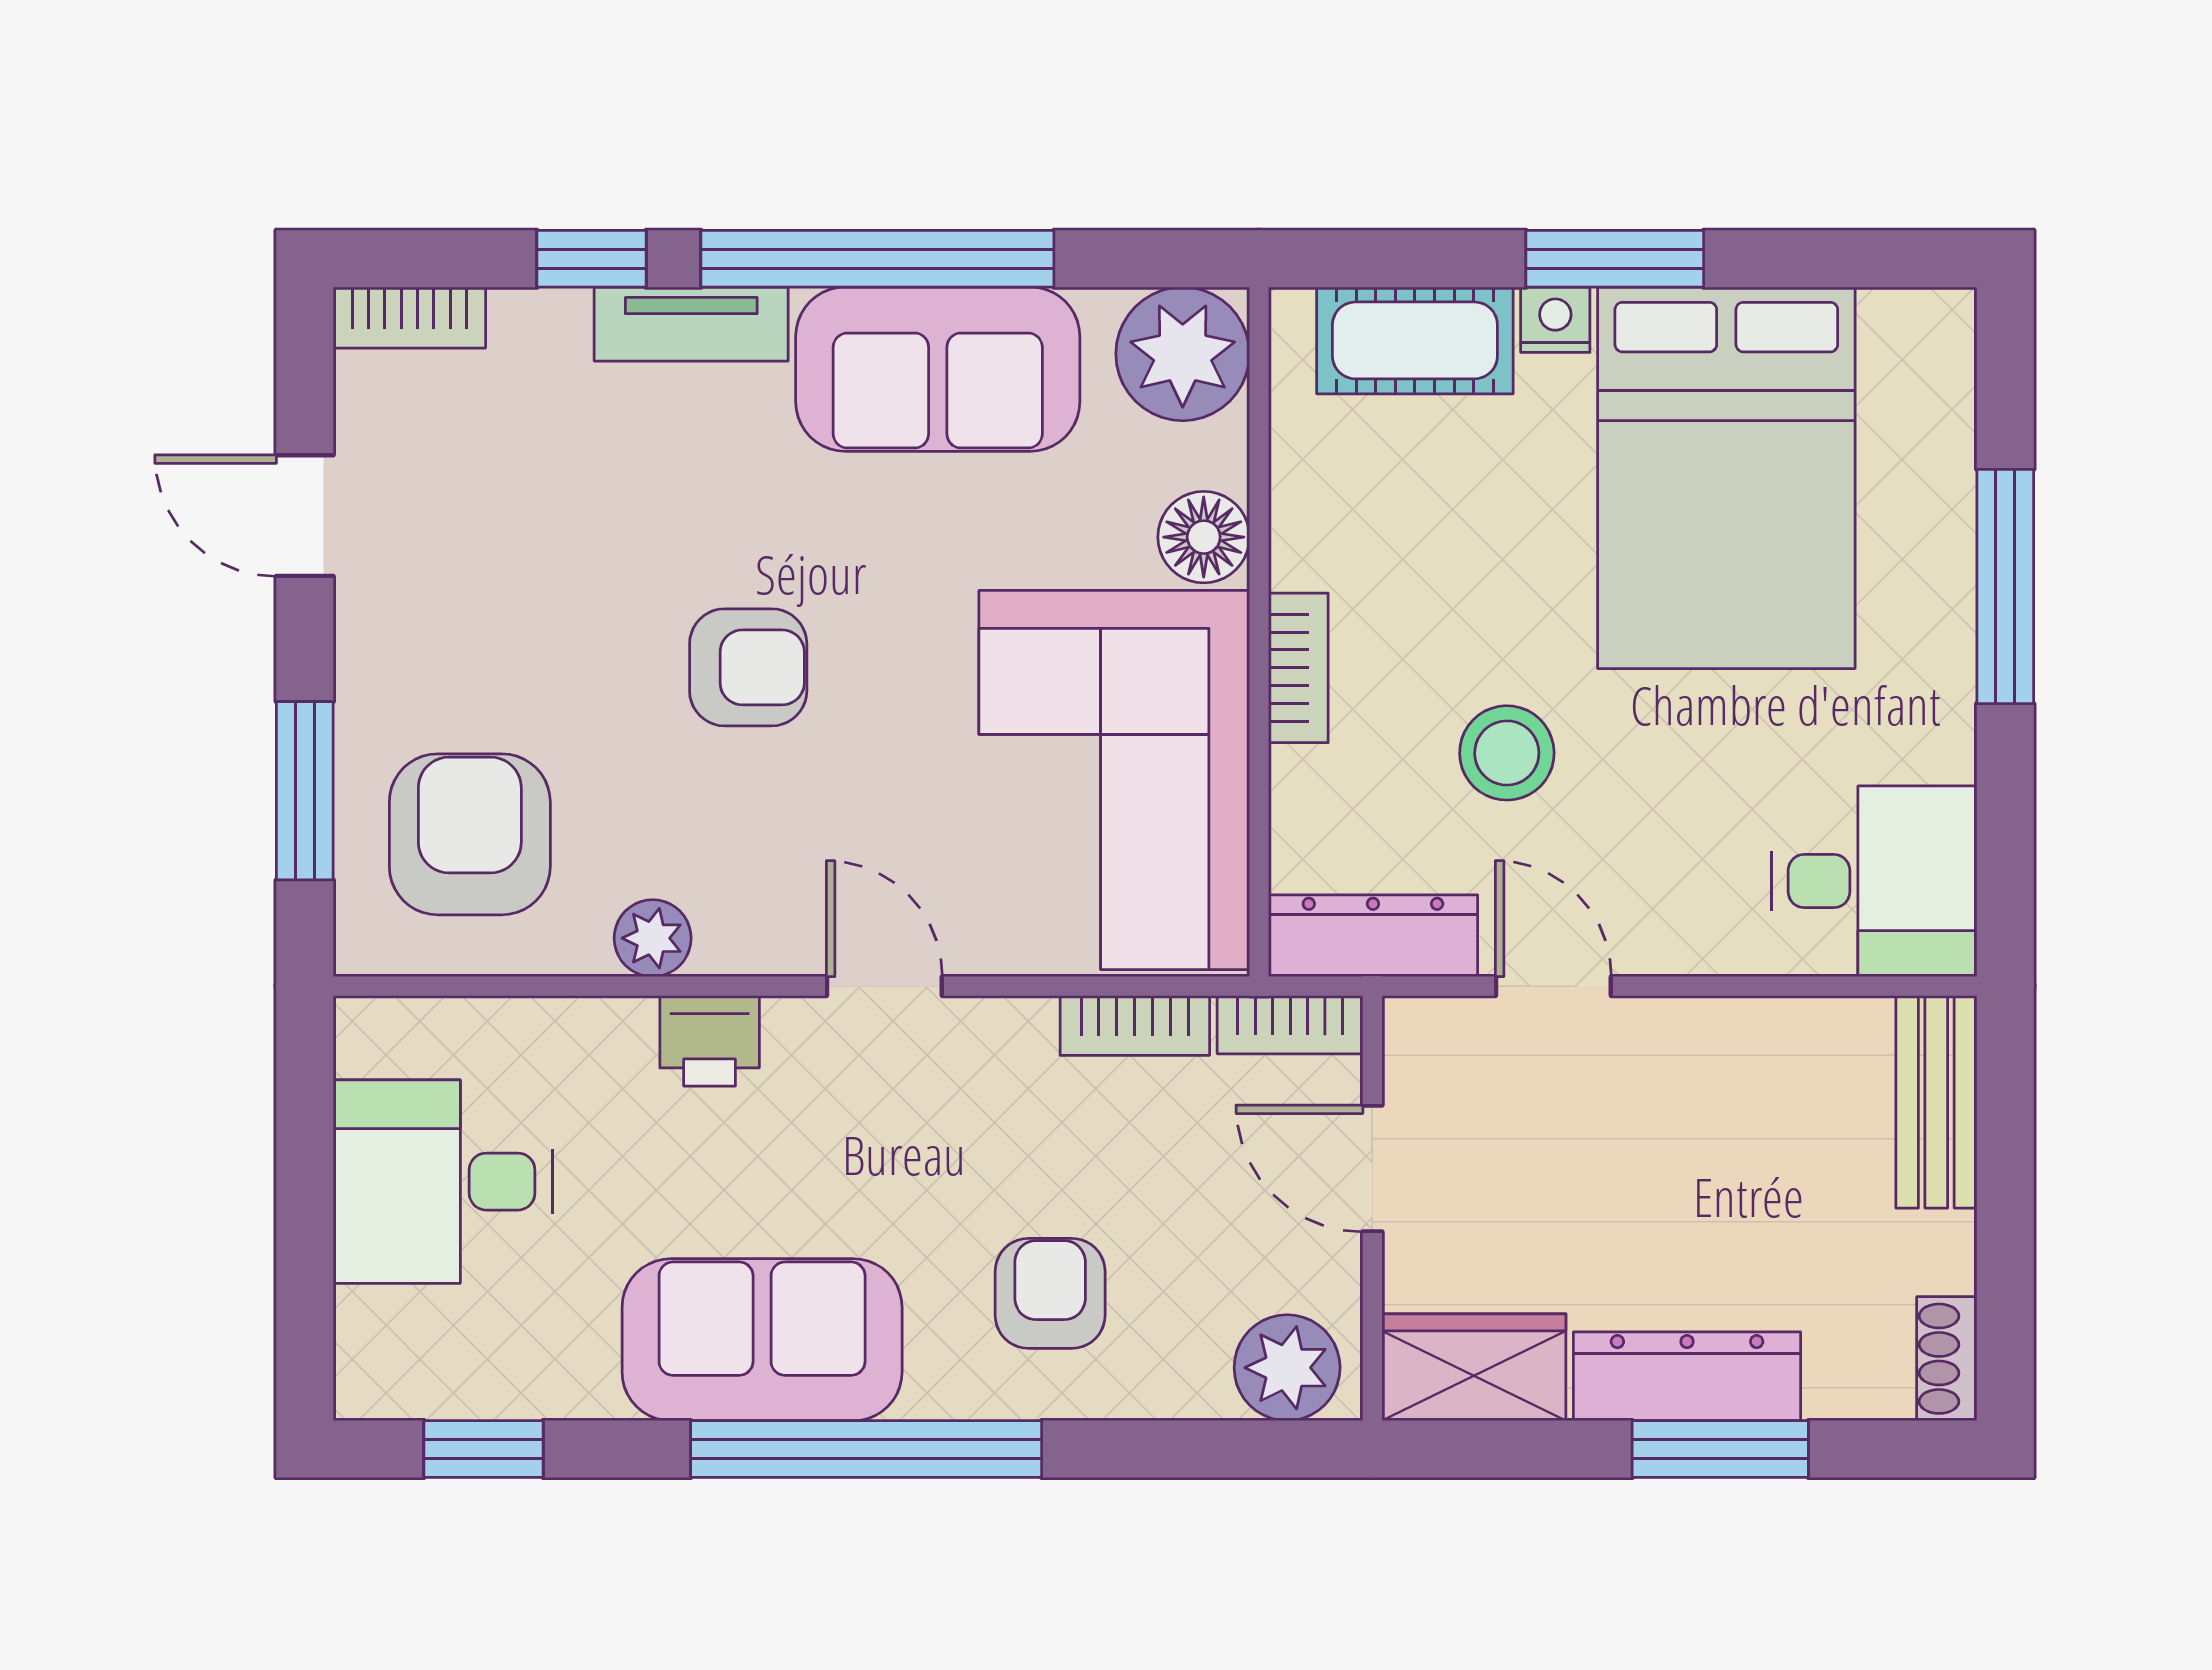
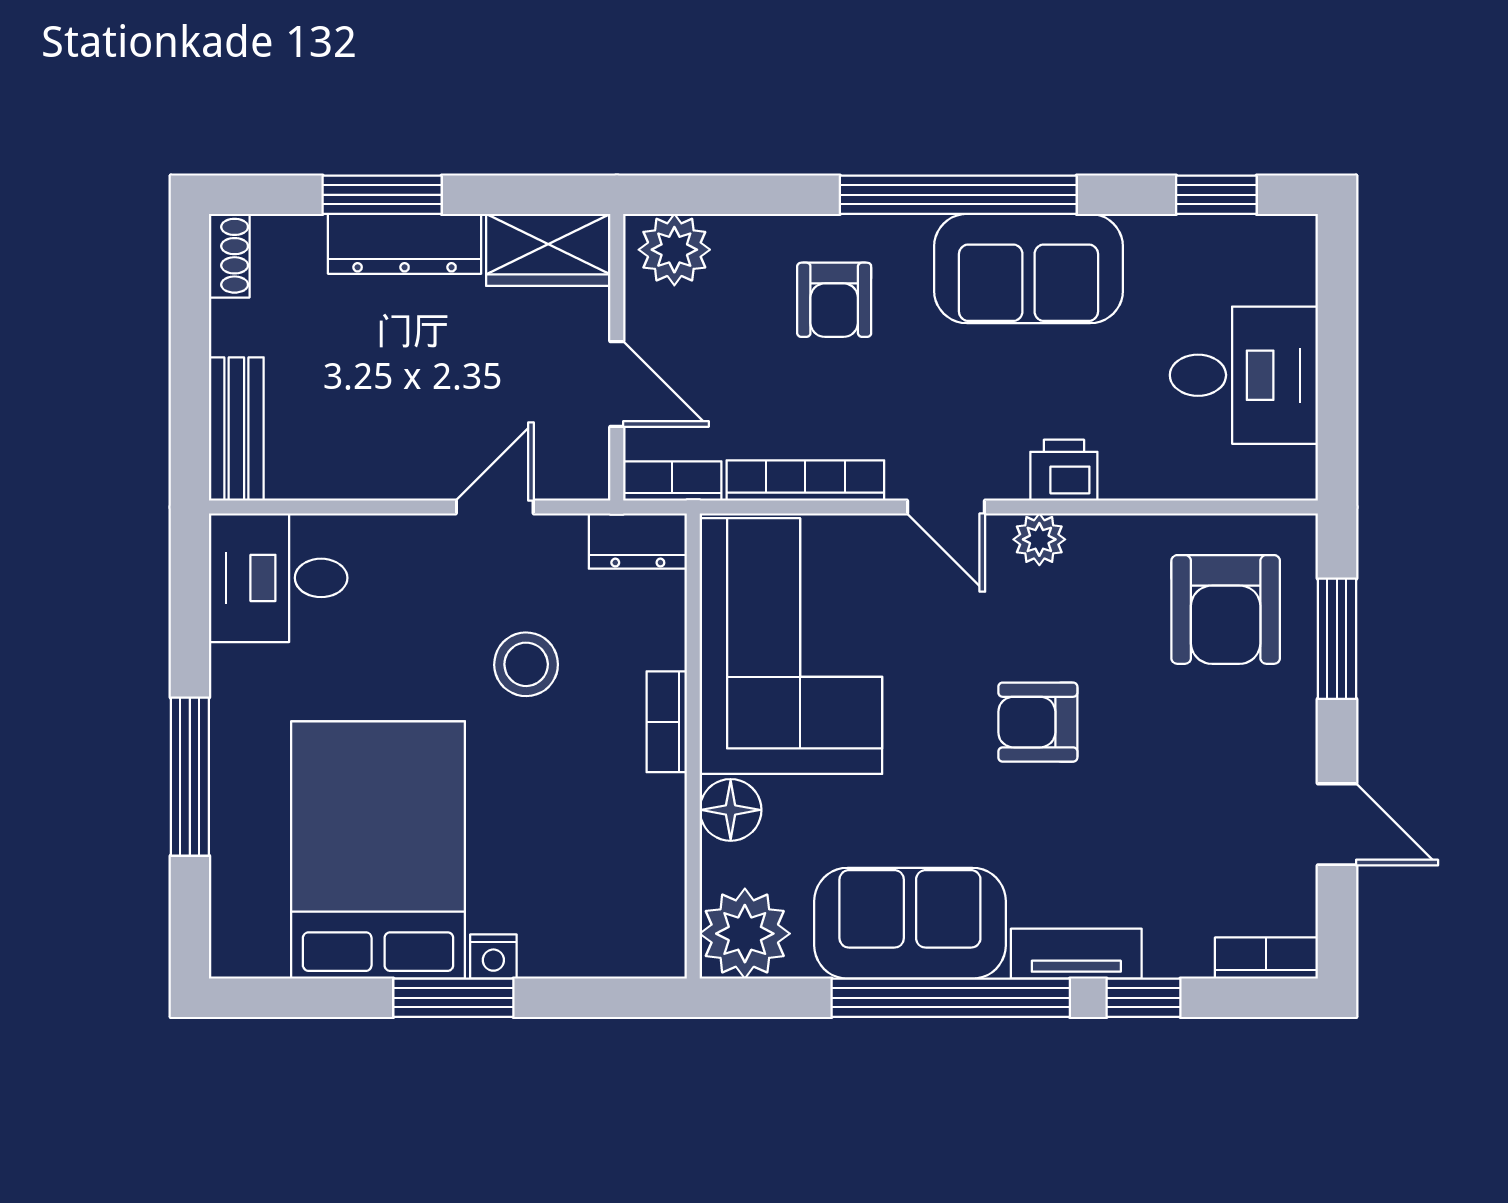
cot: (1415, 340) -> (588, 943), removed
dresser: (1373, 936) -> (638, 541), width x0.70
plant: (653, 938) -> (1039, 539), moved
door: (1553, 986) -> (495, 507), swing flipped
bookcase: (1135, 1025) -> (805, 481), width x1.56

